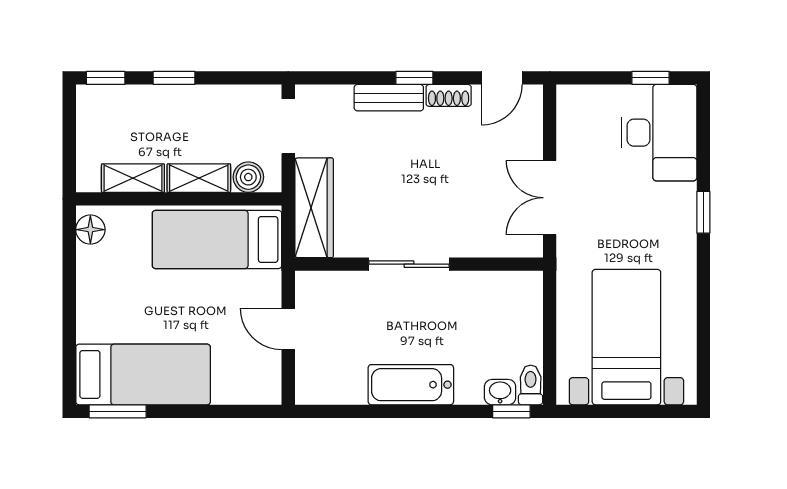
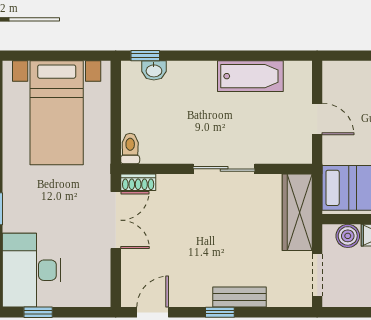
shoe rack: (449, 95) -> (138, 182), moved, turned 180
bathtub: (411, 385) -> (250, 76), moved
toilet: (531, 385) -> (130, 149), moved, turned 180

